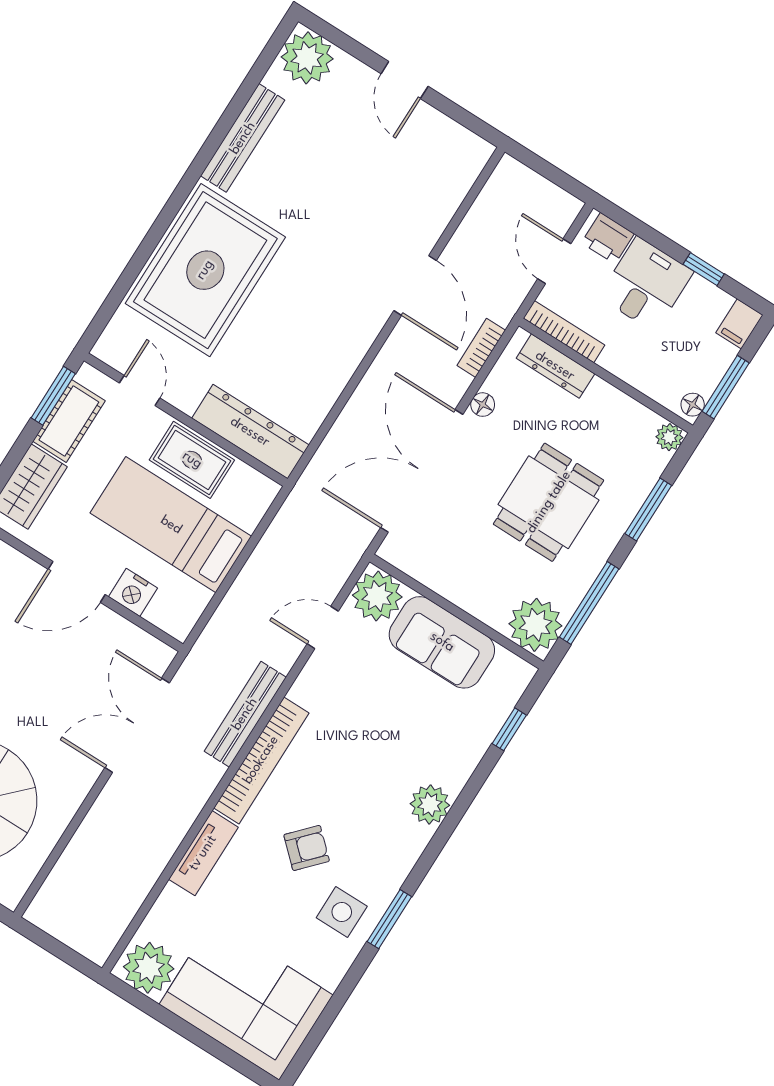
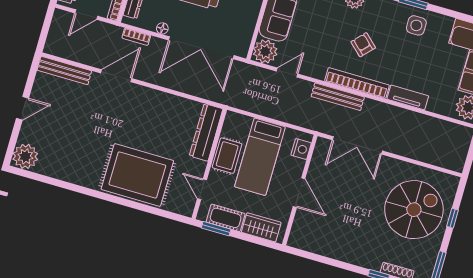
bench: (243, 138) -> (64, 71), moved
door: (140, 391) -> (202, 189), hinge flipped
nightstand: (133, 592) -> (301, 149), moved
door: (323, 628) -> (287, 73), swing flipped
armchair: (307, 848) -> (363, 45), moved

